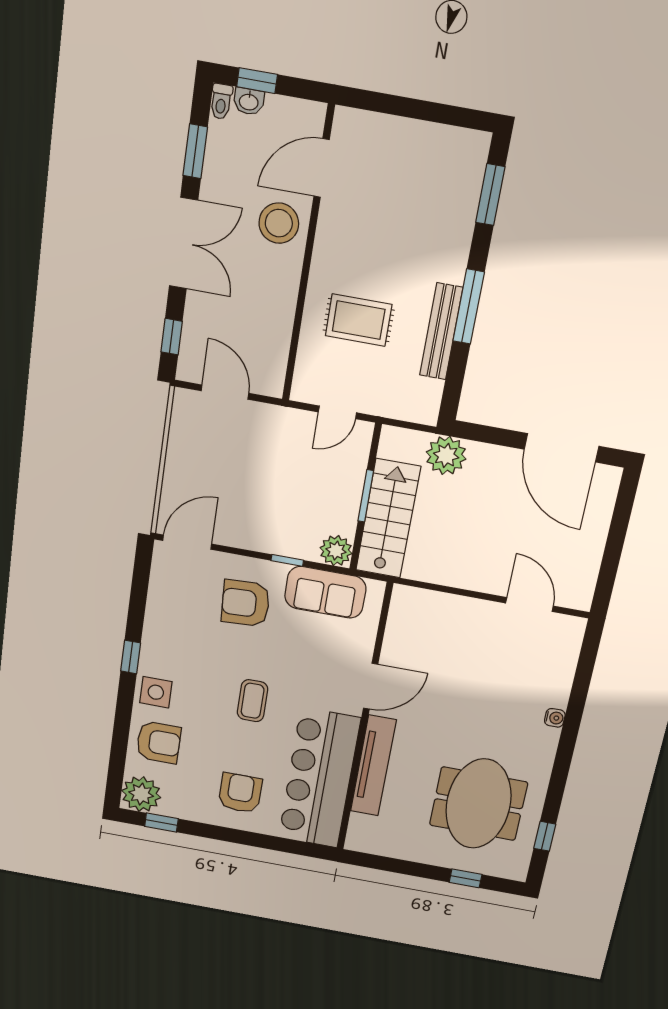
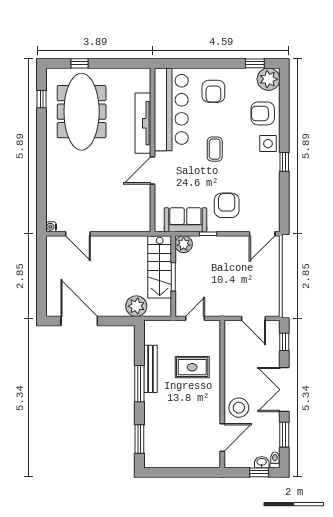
armchair: (245, 603) -> (227, 205), turned -87
water cooler: (555, 718) -> (51, 227), moved
meeting table: (478, 804) -> (82, 112), width x1.36

